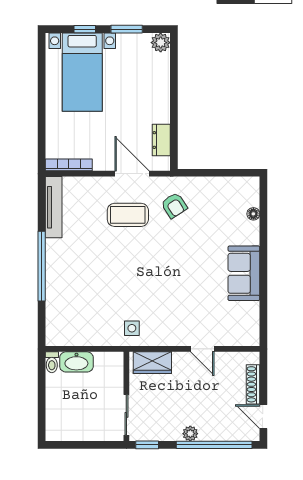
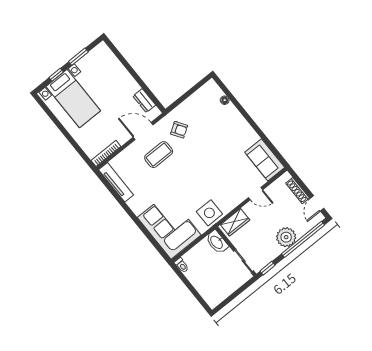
plant: (161, 43) -> (102, 49), removed
window: (42, 266) -> (135, 219), removed
sofa: (244, 273) -> (265, 160), moved
corner sofa: (74, 306) -> (169, 226), added
side table: (132, 328) -> (209, 213), width x1.87, depth x1.87
washbasin: (76, 362) -> (217, 242), moved, turned 90
door: (263, 417) -> (317, 203), hinge flipped
plant: (190, 434) -> (286, 237), width x1.87, depth x1.87

